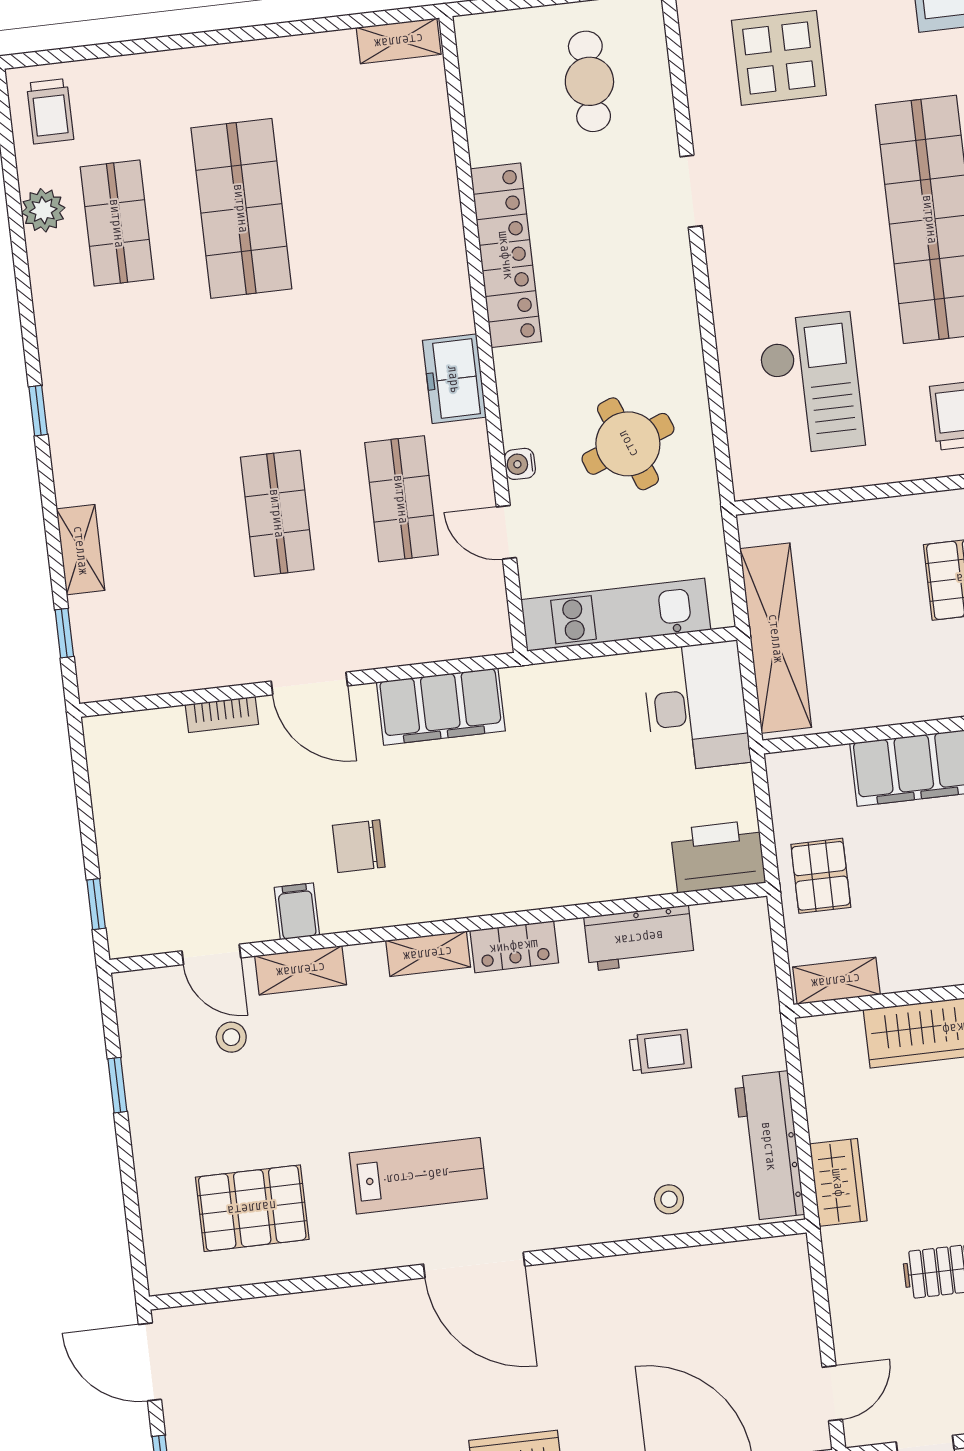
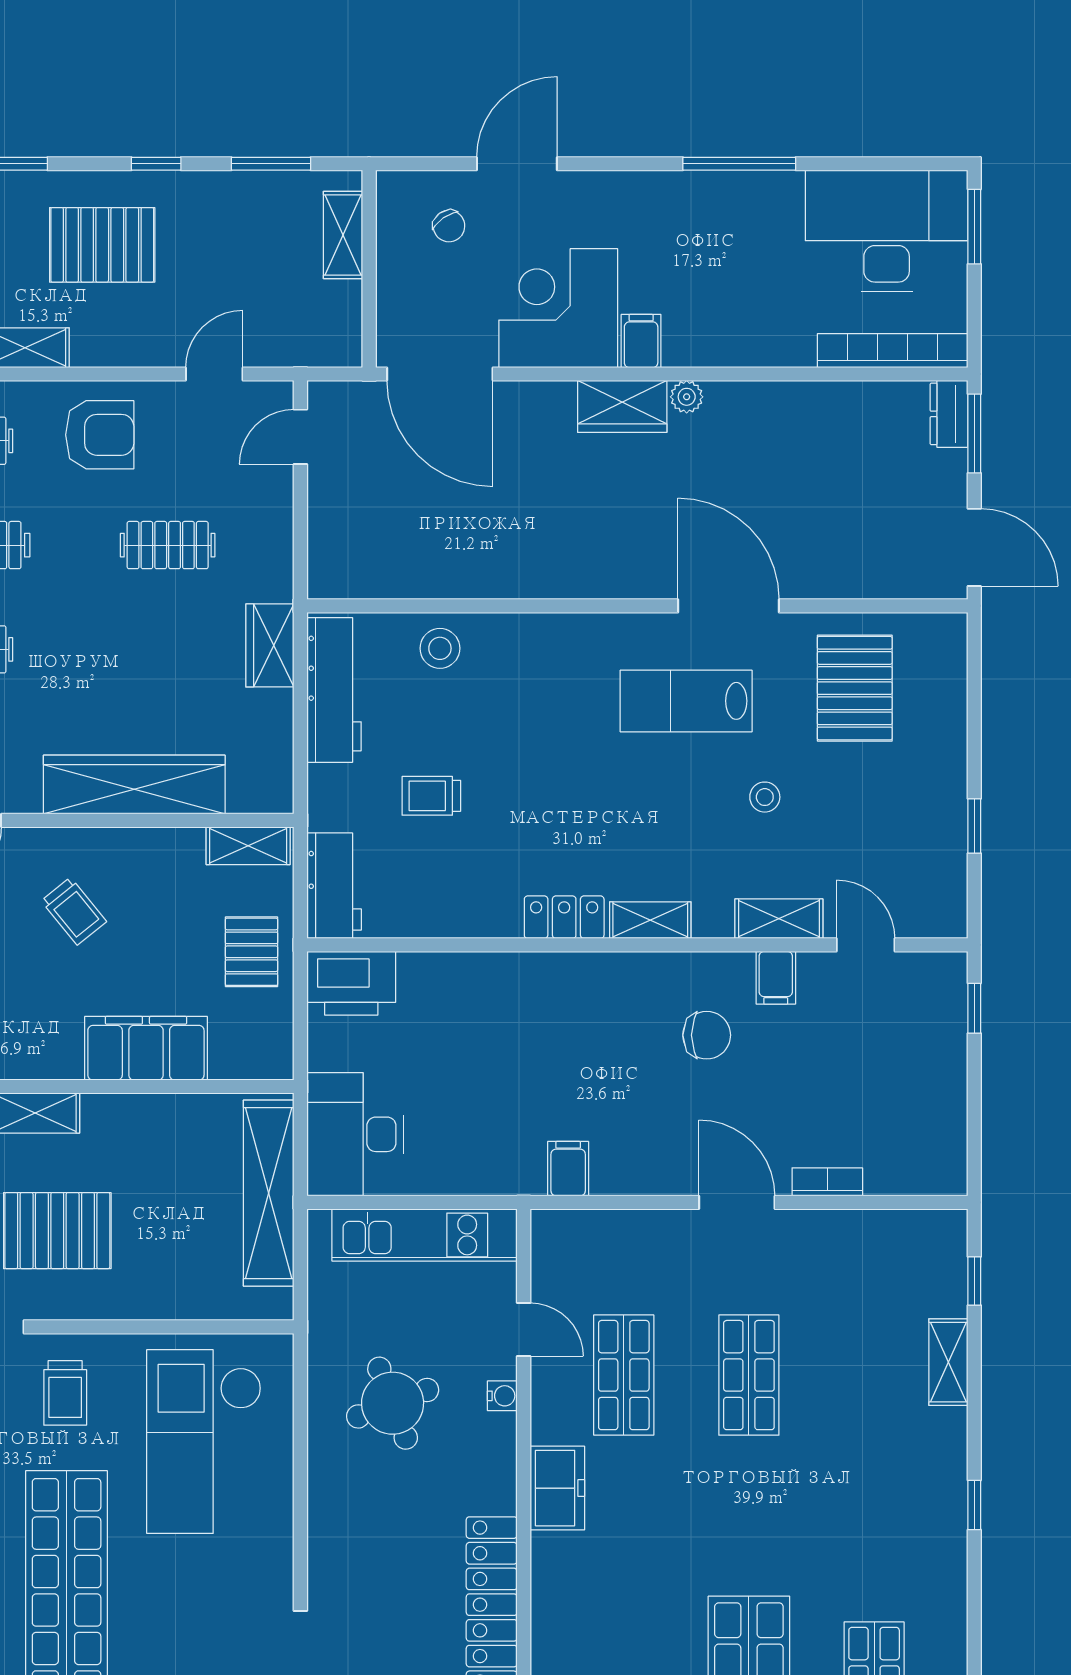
checkout: (811, 384) -> (204, 1442), width x1.36, depth x1.21
filing cabinet: (441, 707) -> (568, 1169), width x0.33, depth x0.86
workbench: (639, 938) -> (334, 886), moved, turned 90
stool: (231, 1037) -> (765, 797), moved
stool: (669, 1199) -> (440, 648), width x1.37, depth x1.37
pallet: (252, 1208) -> (855, 688), turned 90
door: (474, 1265) -> (729, 606), moved

